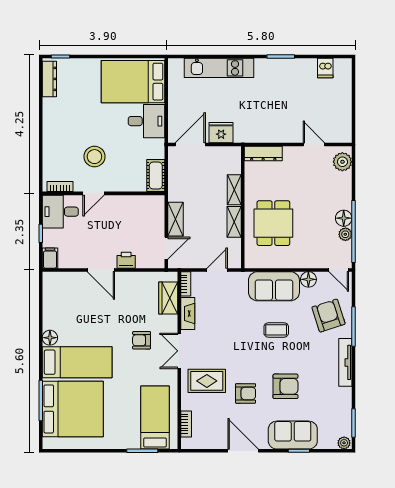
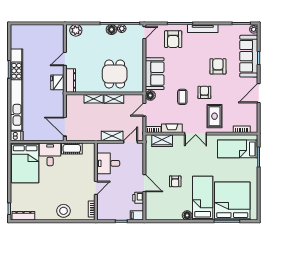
kitchen unit: (219, 68) -> (16, 90), width x1.86
dishwasher: (325, 68) -> (17, 136), moved
fridge: (221, 133) -> (57, 82), moved
door: (314, 145) -> (65, 59), moved
stool: (94, 157) -> (63, 211), moved
cot: (156, 176) -> (72, 148), moved
door: (94, 193) -> (96, 188), hinge flipped
desk: (60, 212) -> (108, 163), moved, turned 90
dining table: (273, 223) -> (115, 74), turned 90
door: (166, 248) -> (130, 142), hinge flipped
printer: (126, 260) -> (138, 198), moved
door: (101, 270) -> (144, 183), hinge flipped
door: (217, 270) -> (144, 110), hinge flipped
floor lamp: (308, 279) -> (150, 95), moved
armchair: (329, 316) -> (173, 39), turned -72
coffee table: (276, 330) -> (182, 97), moved
armchair: (142, 340) -> (175, 181), moved
armchair: (246, 393) -> (204, 92), moved
sofa: (293, 435) -> (249, 56), width x1.36

